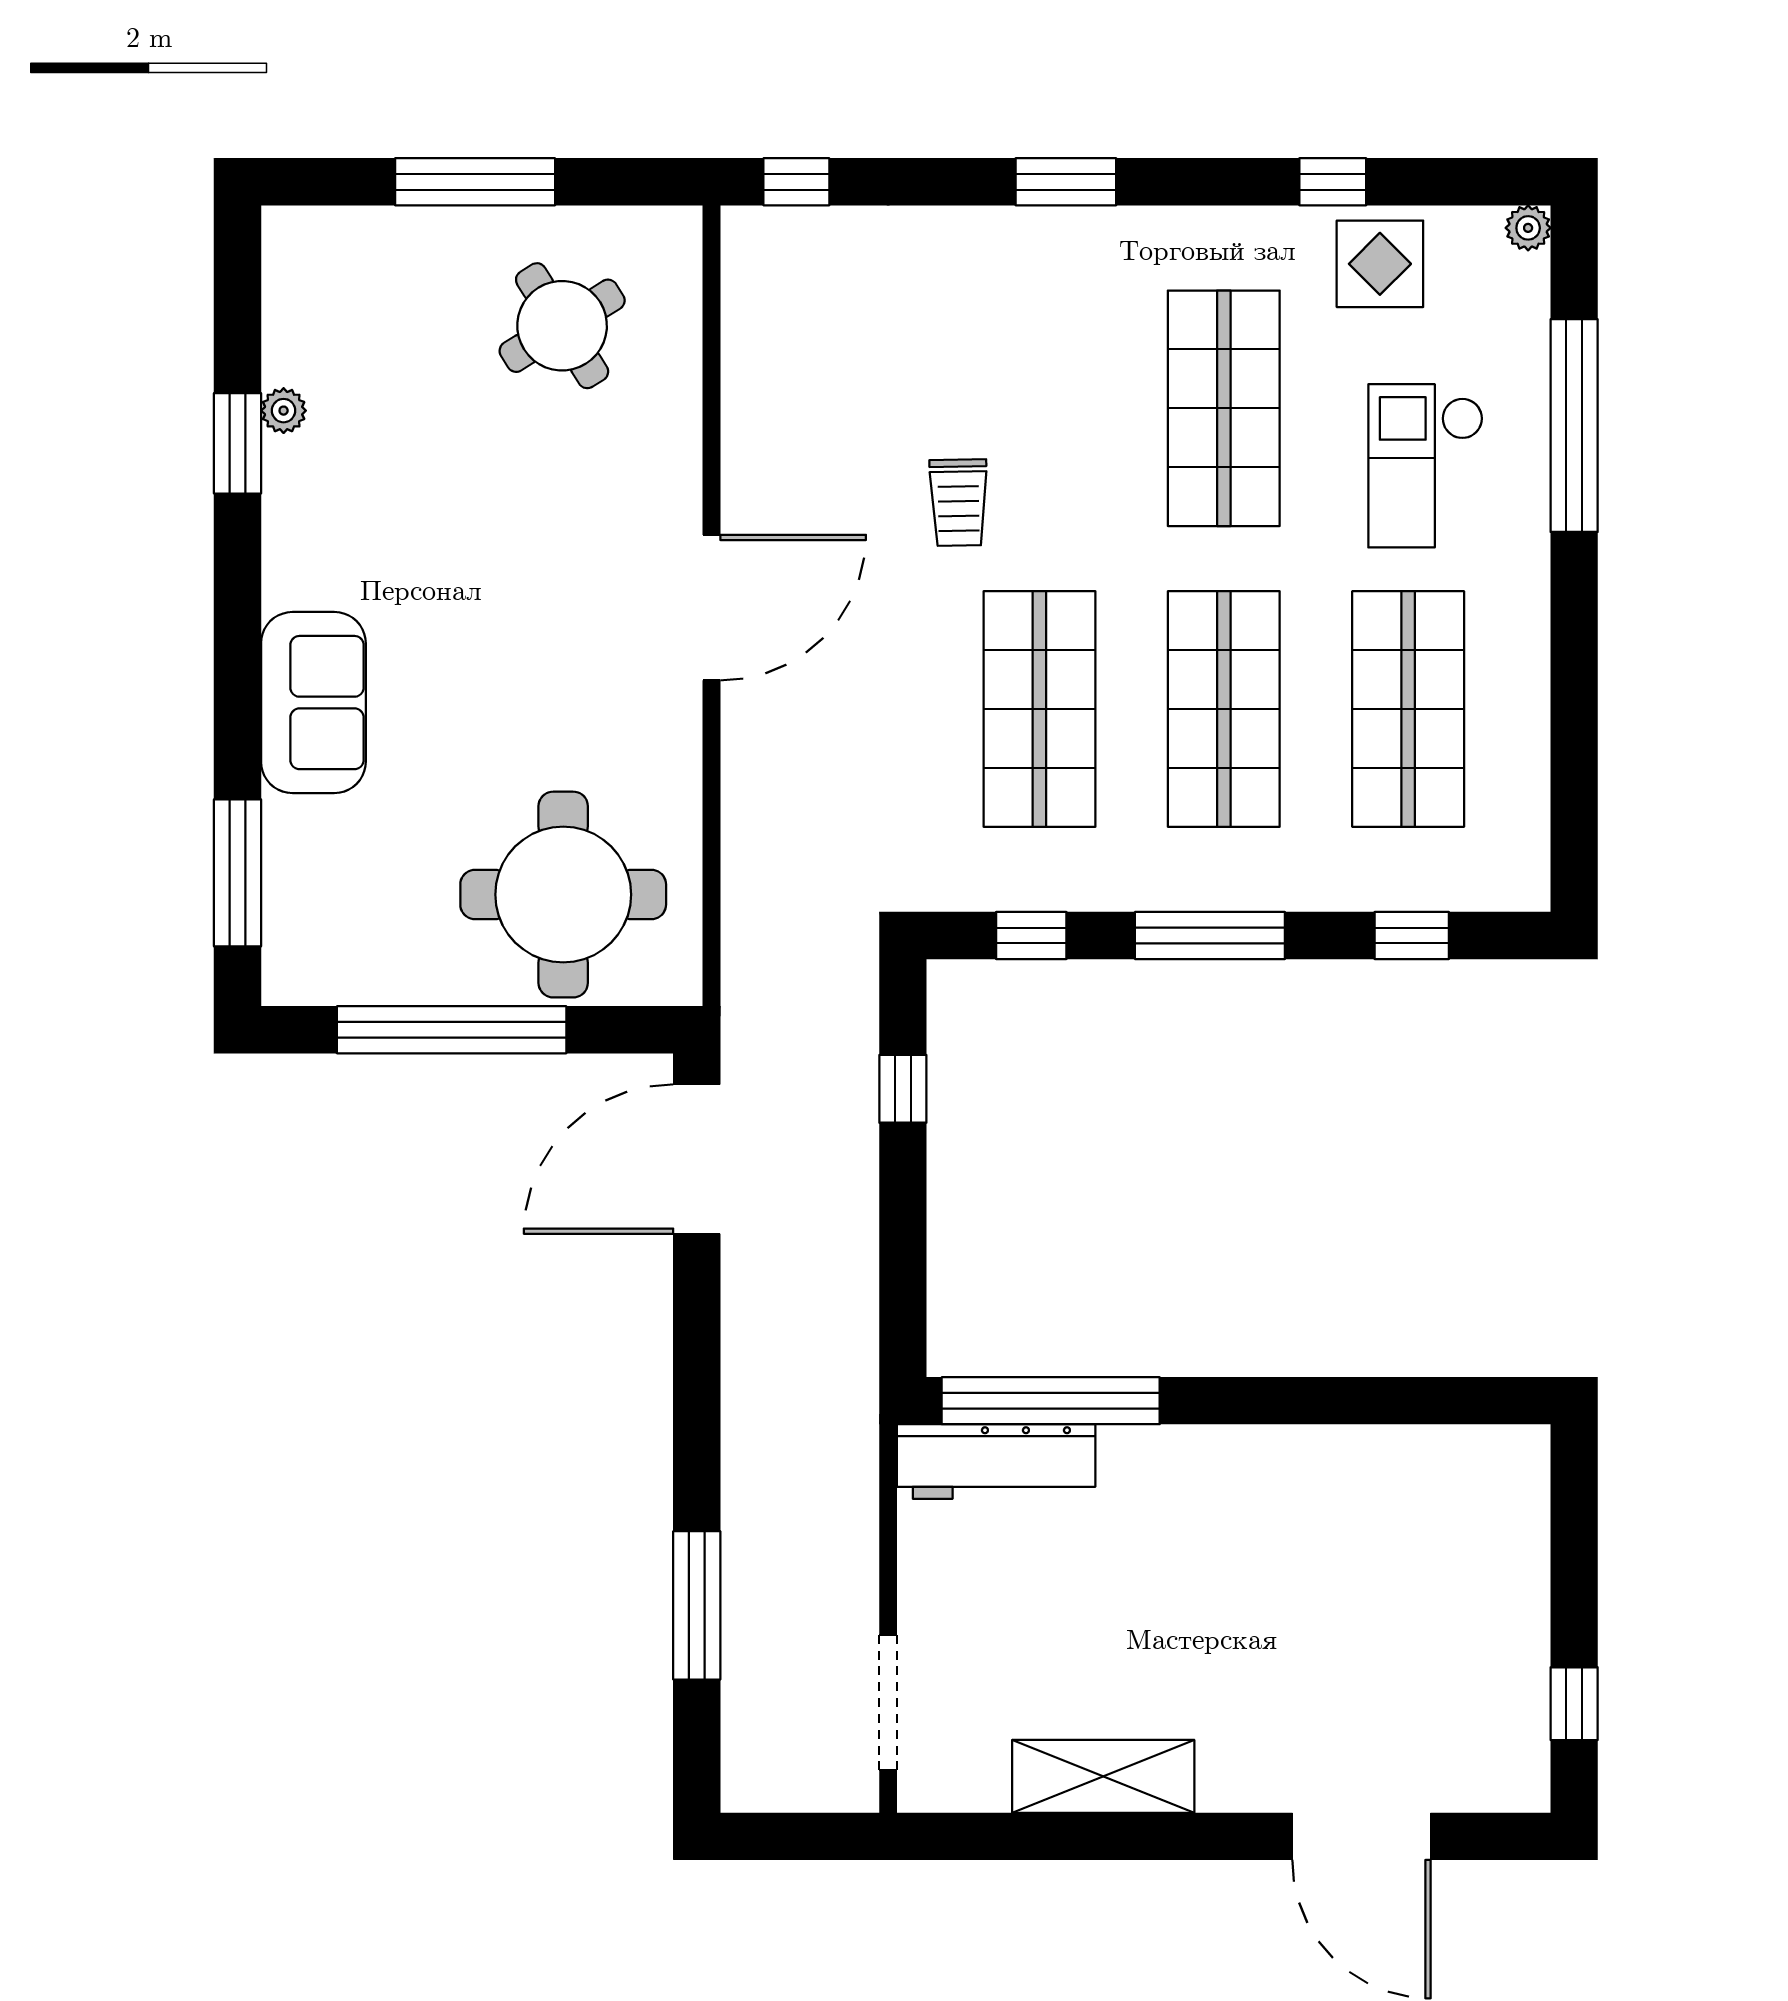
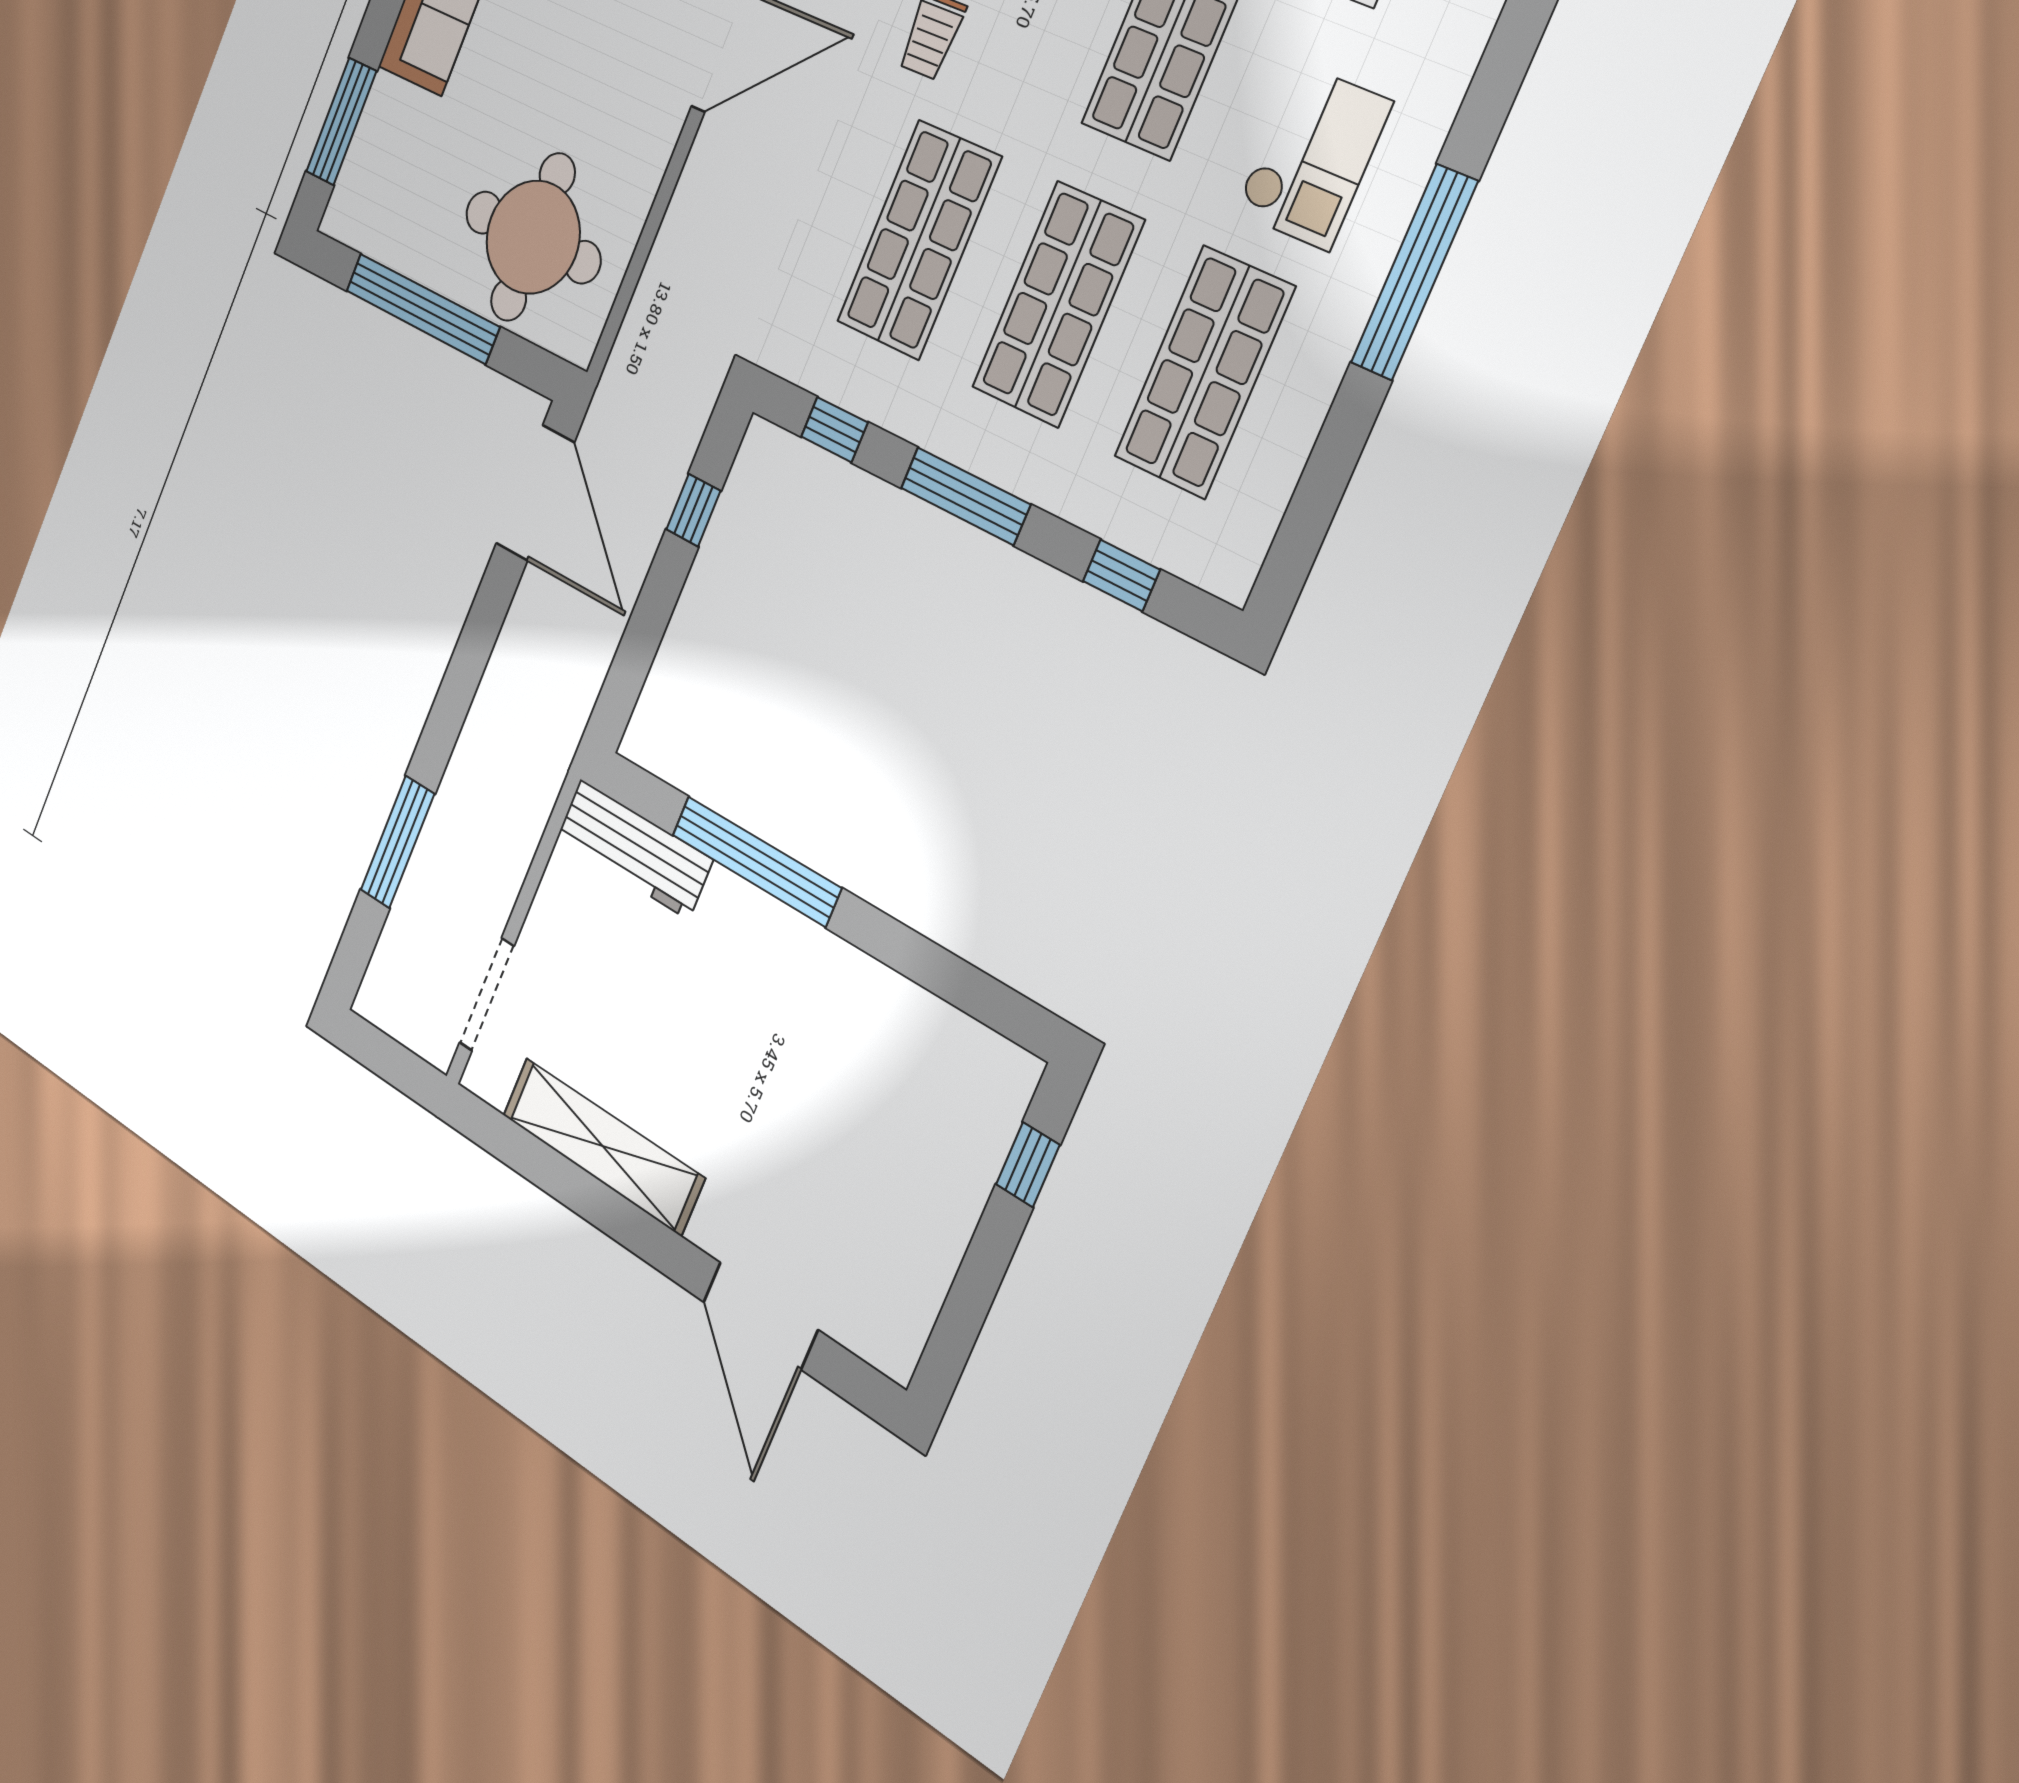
window: (1574, 426) -> (1414, 272), moved
checkout: (1426, 466) -> (1313, 157), turned 180
door: (697, 1159) -> (535, 493), swing flipped
window: (1051, 1401) -> (756, 861), moved
window: (1574, 1704) -> (1028, 1165), moved
shelving: (1103, 1776) -> (603, 1146), width x1.47

